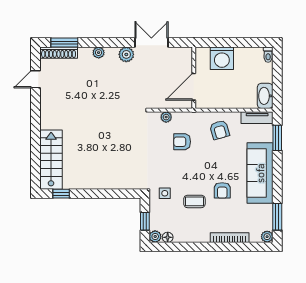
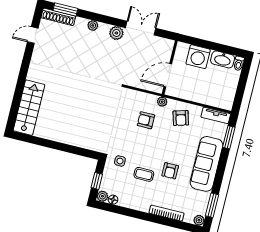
washbasin: (265, 96) -> (223, 59), moved, turned -90
plant: (166, 117) -> (162, 102), moved
window: (61, 194) -> (30, 139), removed

